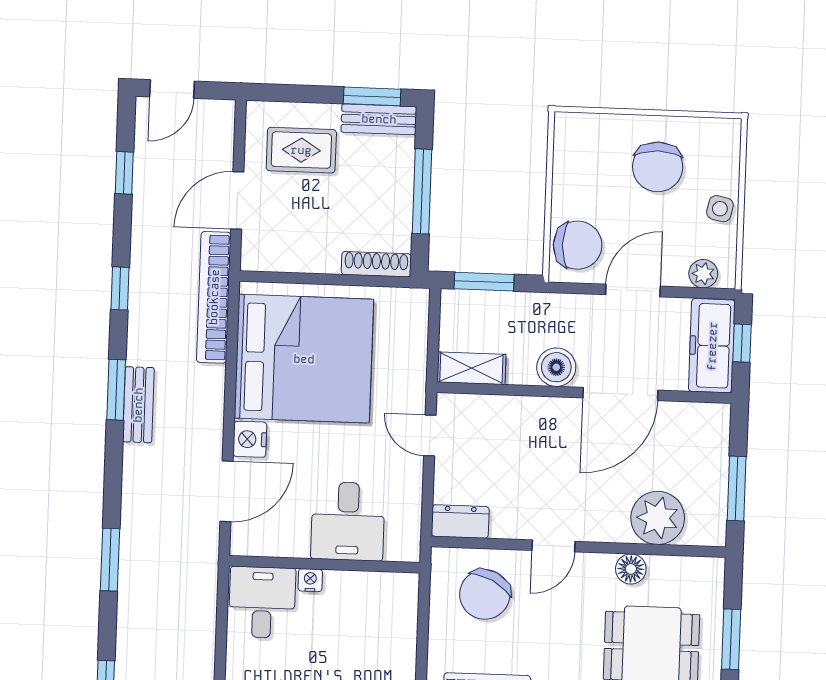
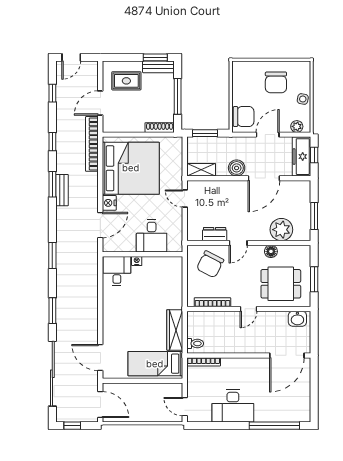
dresser: (460, 521) -> (215, 234), moved

